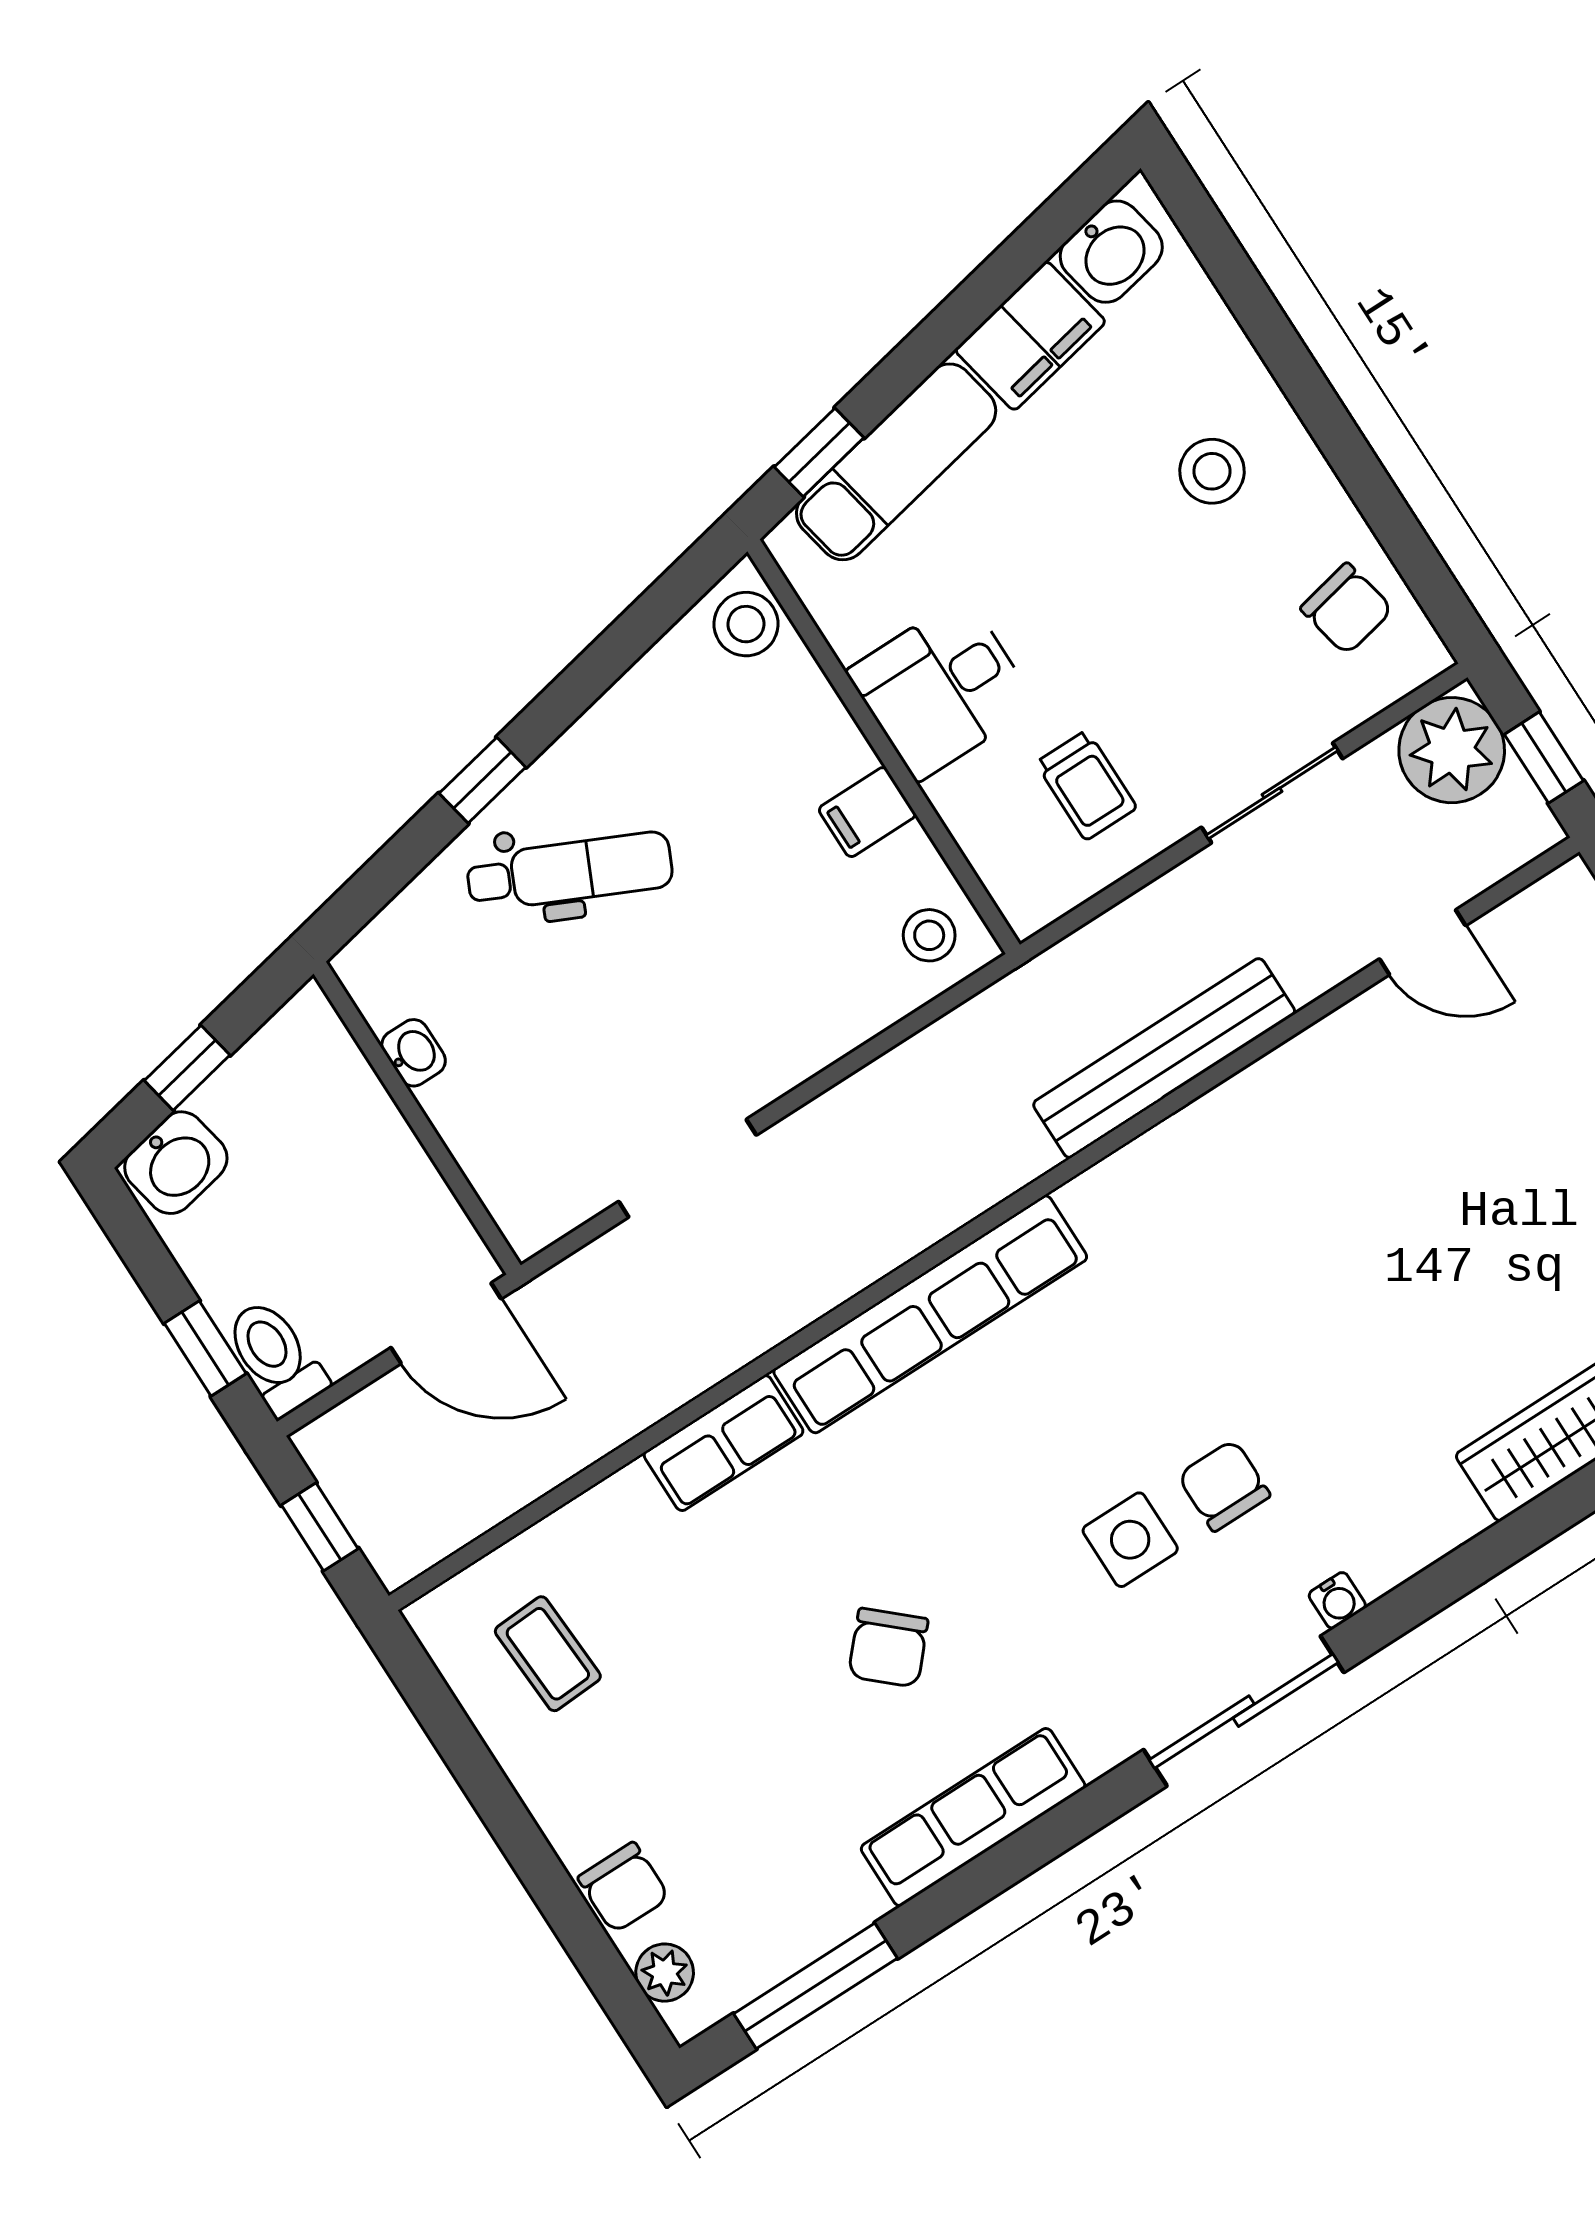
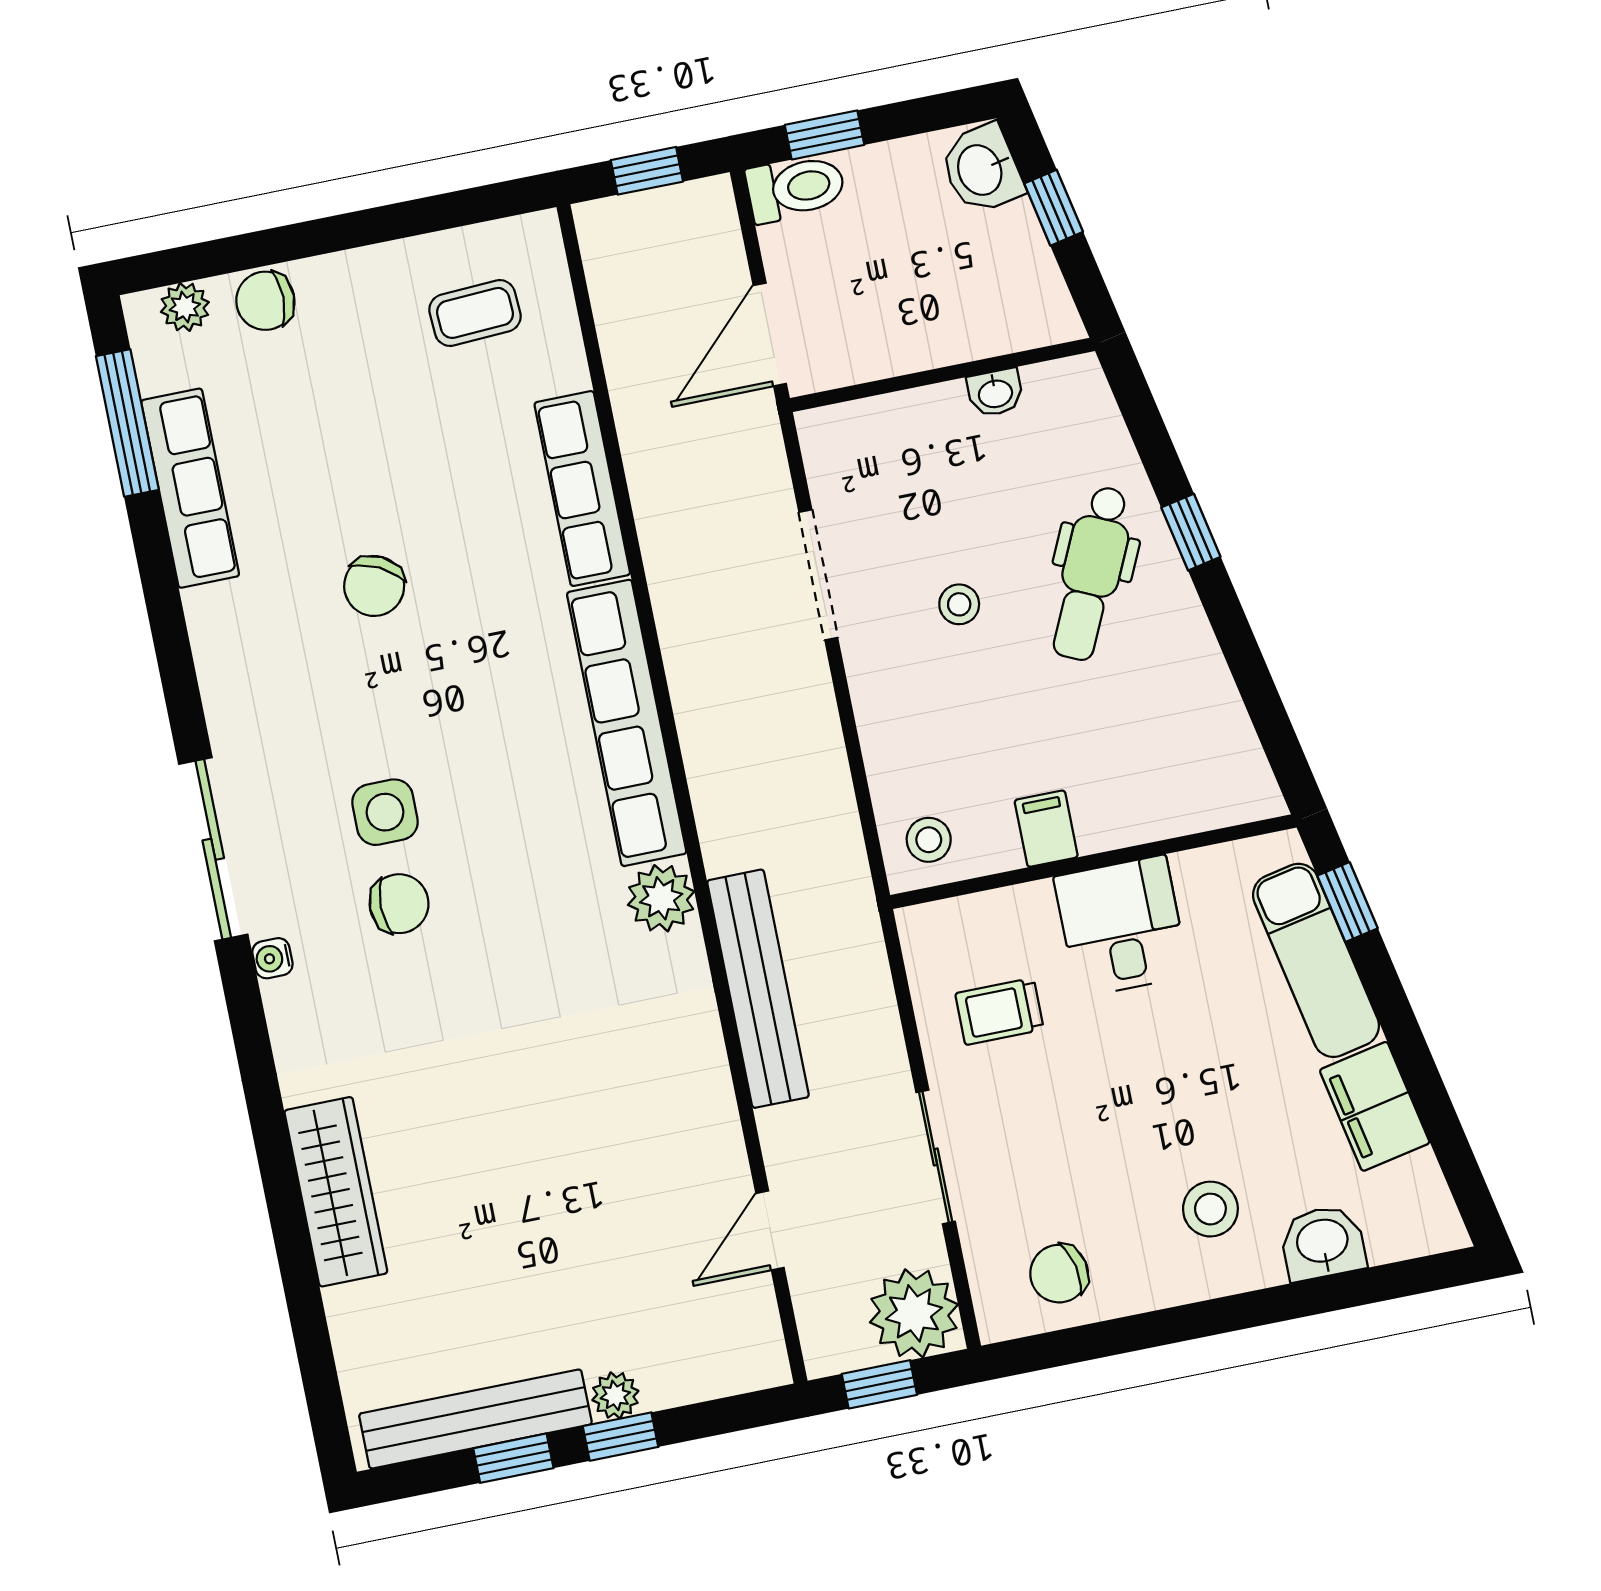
washbasin: (1111, 252) -> (1323, 1243), moved, turned 102
stool: (746, 624) -> (959, 604), moved, width x0.73, depth x0.73
plant: (1107, 1202) -> (661, 898), added
row of seats: (724, 1443) -> (582, 489), width x1.48
chair: (888, 1648) -> (374, 586), turned -105
row of seats: (973, 1817) -> (190, 488), moved

